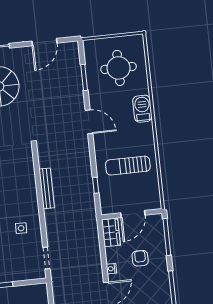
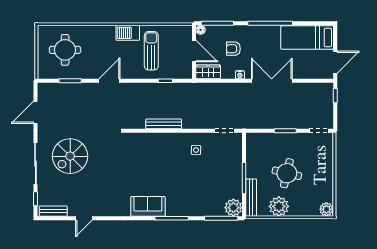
door: (44, 42) -> (35, 112), swing flipped
barbecue: (142, 109) -> (128, 33), moved
sun lounger: (128, 166) -> (151, 51), turned 180
floor lamp: (158, 219) -> (201, 30), added

